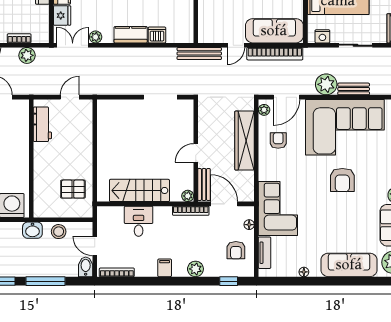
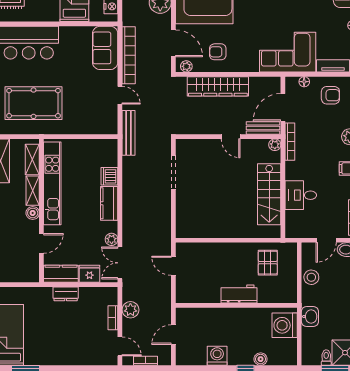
sofa: (274, 31) -> (105, 48), width x0.73
workbench: (42, 124) -> (239, 294), moved
washbasin: (32, 230) -> (310, 317), moved

